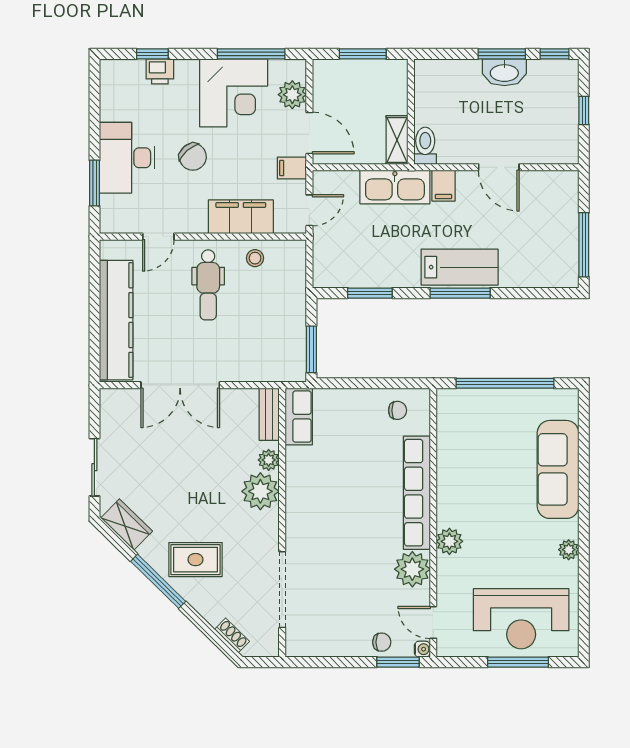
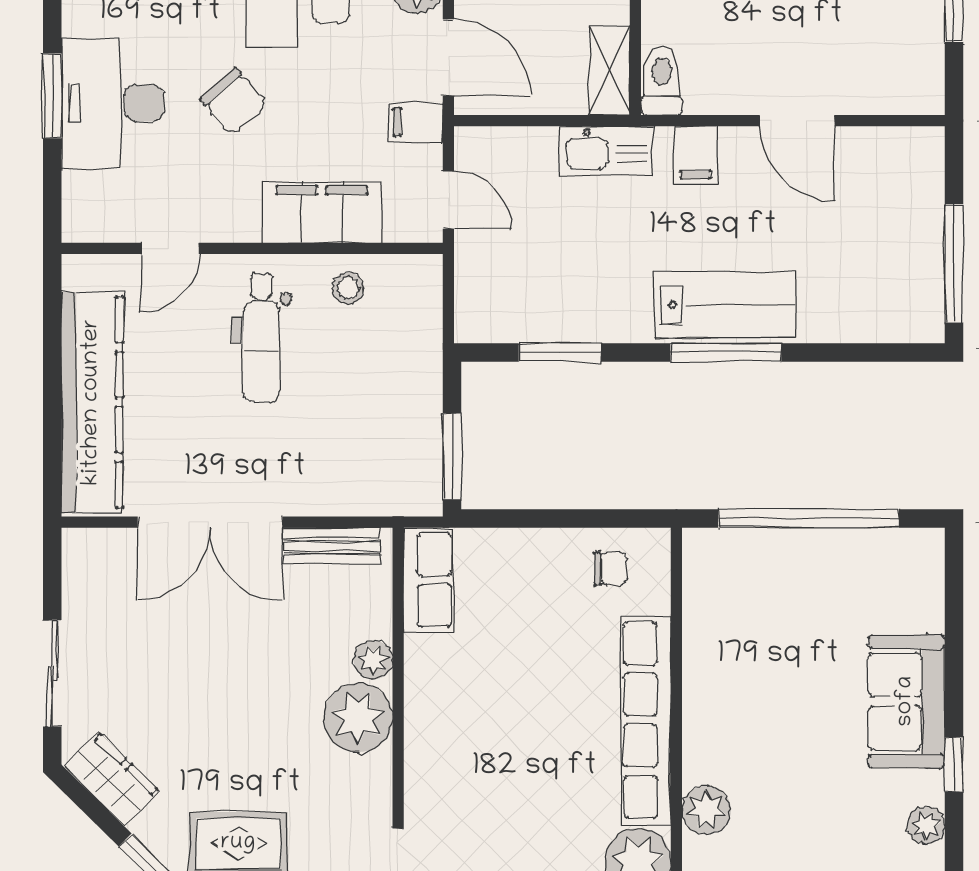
window: (94, 183) -> (52, 96), moved
kitchen sink: (395, 187) -> (606, 151), width x0.73, depth x0.81
door: (309, 210) -> (448, 200), hinge flipped
bench: (269, 414) -> (331, 546), moved, turned 90
sofa: (558, 469) -> (906, 701), width x0.73
window: (584, 517) -> (954, 765), added

